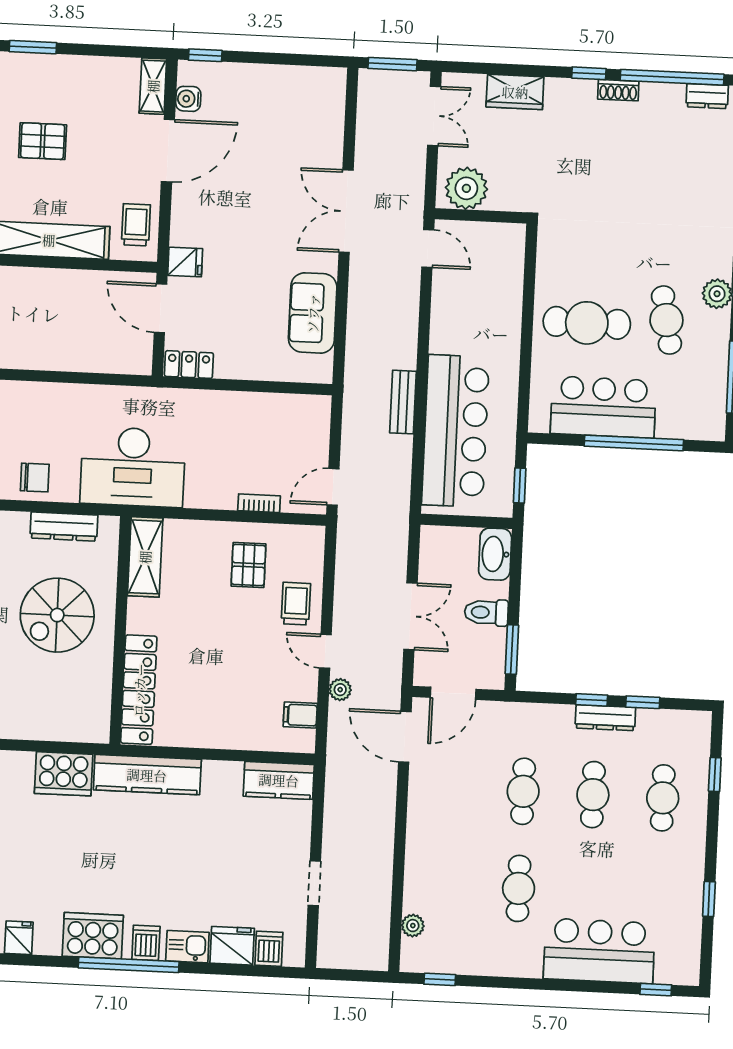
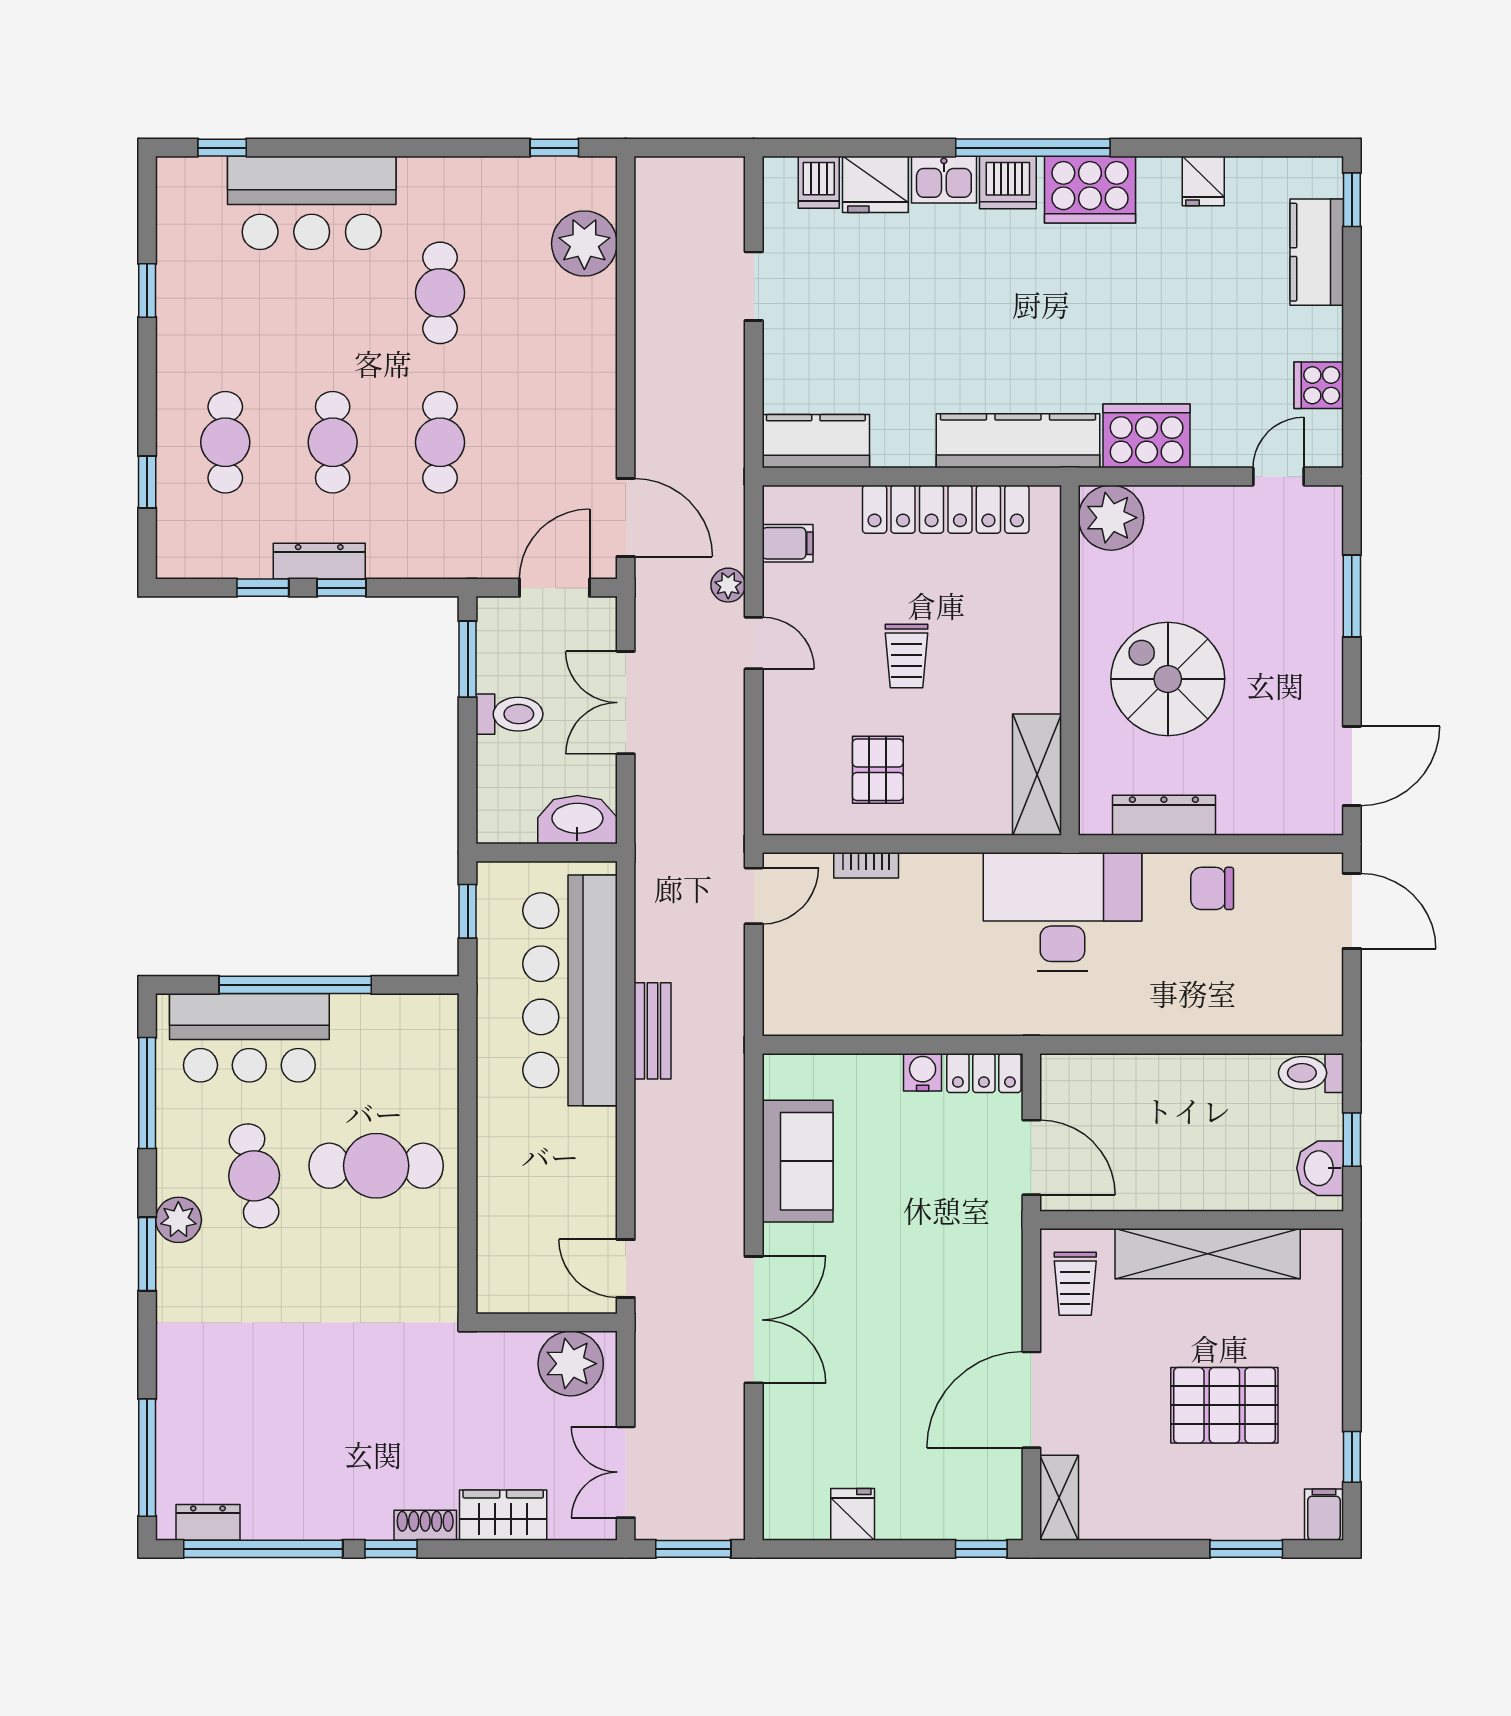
shoe rack: (618, 90) -> (425, 1525), moved
water cooler: (188, 99) -> (923, 1072), moved, turned -90
pallet: (43, 141) -> (1224, 1405), width x1.50, depth x1.42
fridge: (185, 262) -> (853, 1514), moved, turned 90
bar counter: (603, 407) -> (249, 1038), moved
washbasin: (495, 554) -> (577, 820), moved, turned -90
trolley: (296, 604) -> (906, 656), moved
spiral stairs: (57, 615) -> (1168, 679), turned -90
locker: (139, 690) -> (946, 509), moved, turned -90
plant: (89, 722) -> (1111, 518), added
plant: (413, 926) -> (584, 244), width x1.88, depth x1.88
dishwasher: (146, 943) -> (1008, 183), width x1.38

